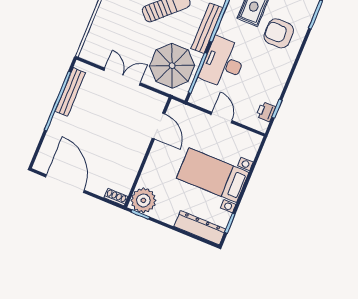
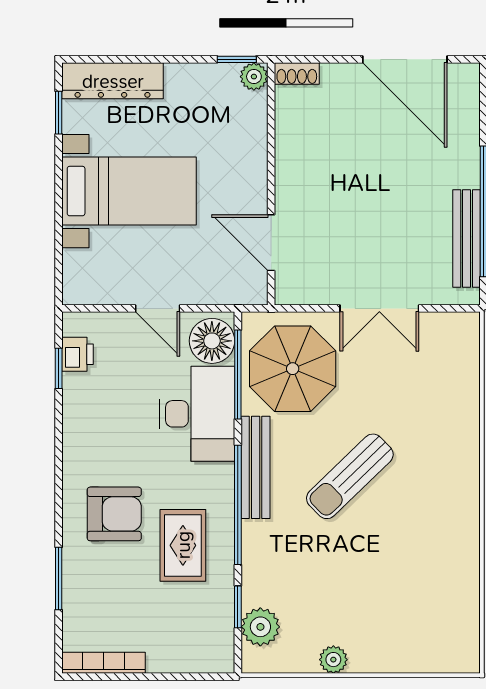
floor lamp: (203, 93) -> (212, 341), added
plant: (143, 200) -> (254, 77), width x0.53, depth x0.53

